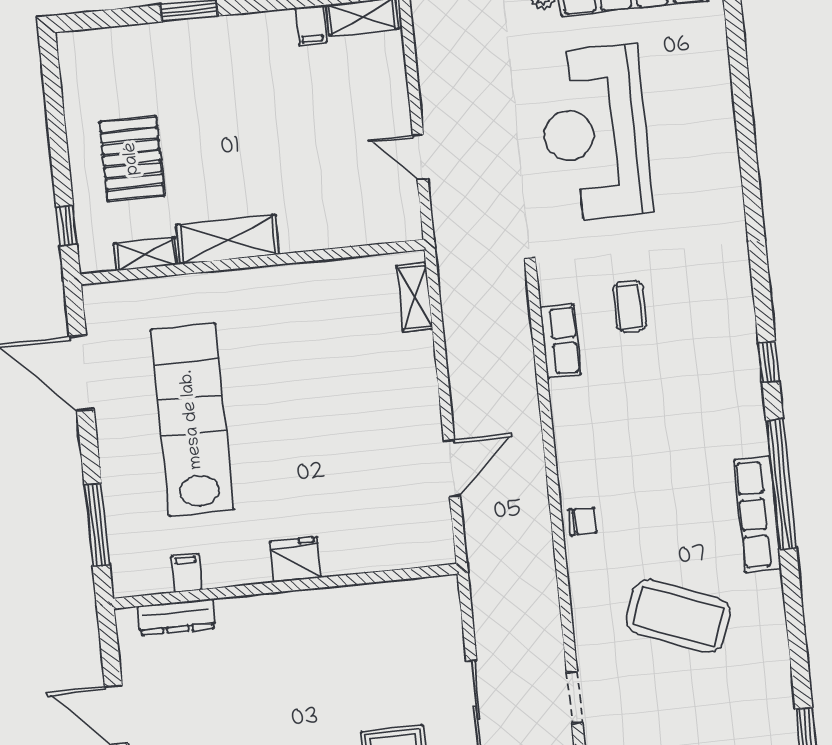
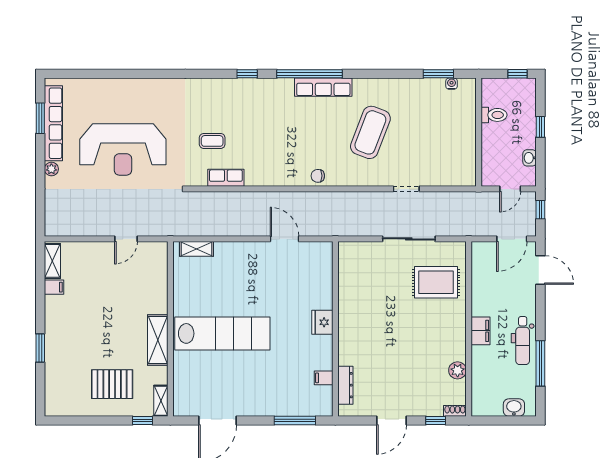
shelving: (146, 254) -> (161, 401), moved
lab bench: (192, 420) -> (222, 333), moved, turned 180
chair: (582, 521) -> (318, 176), turned -90

